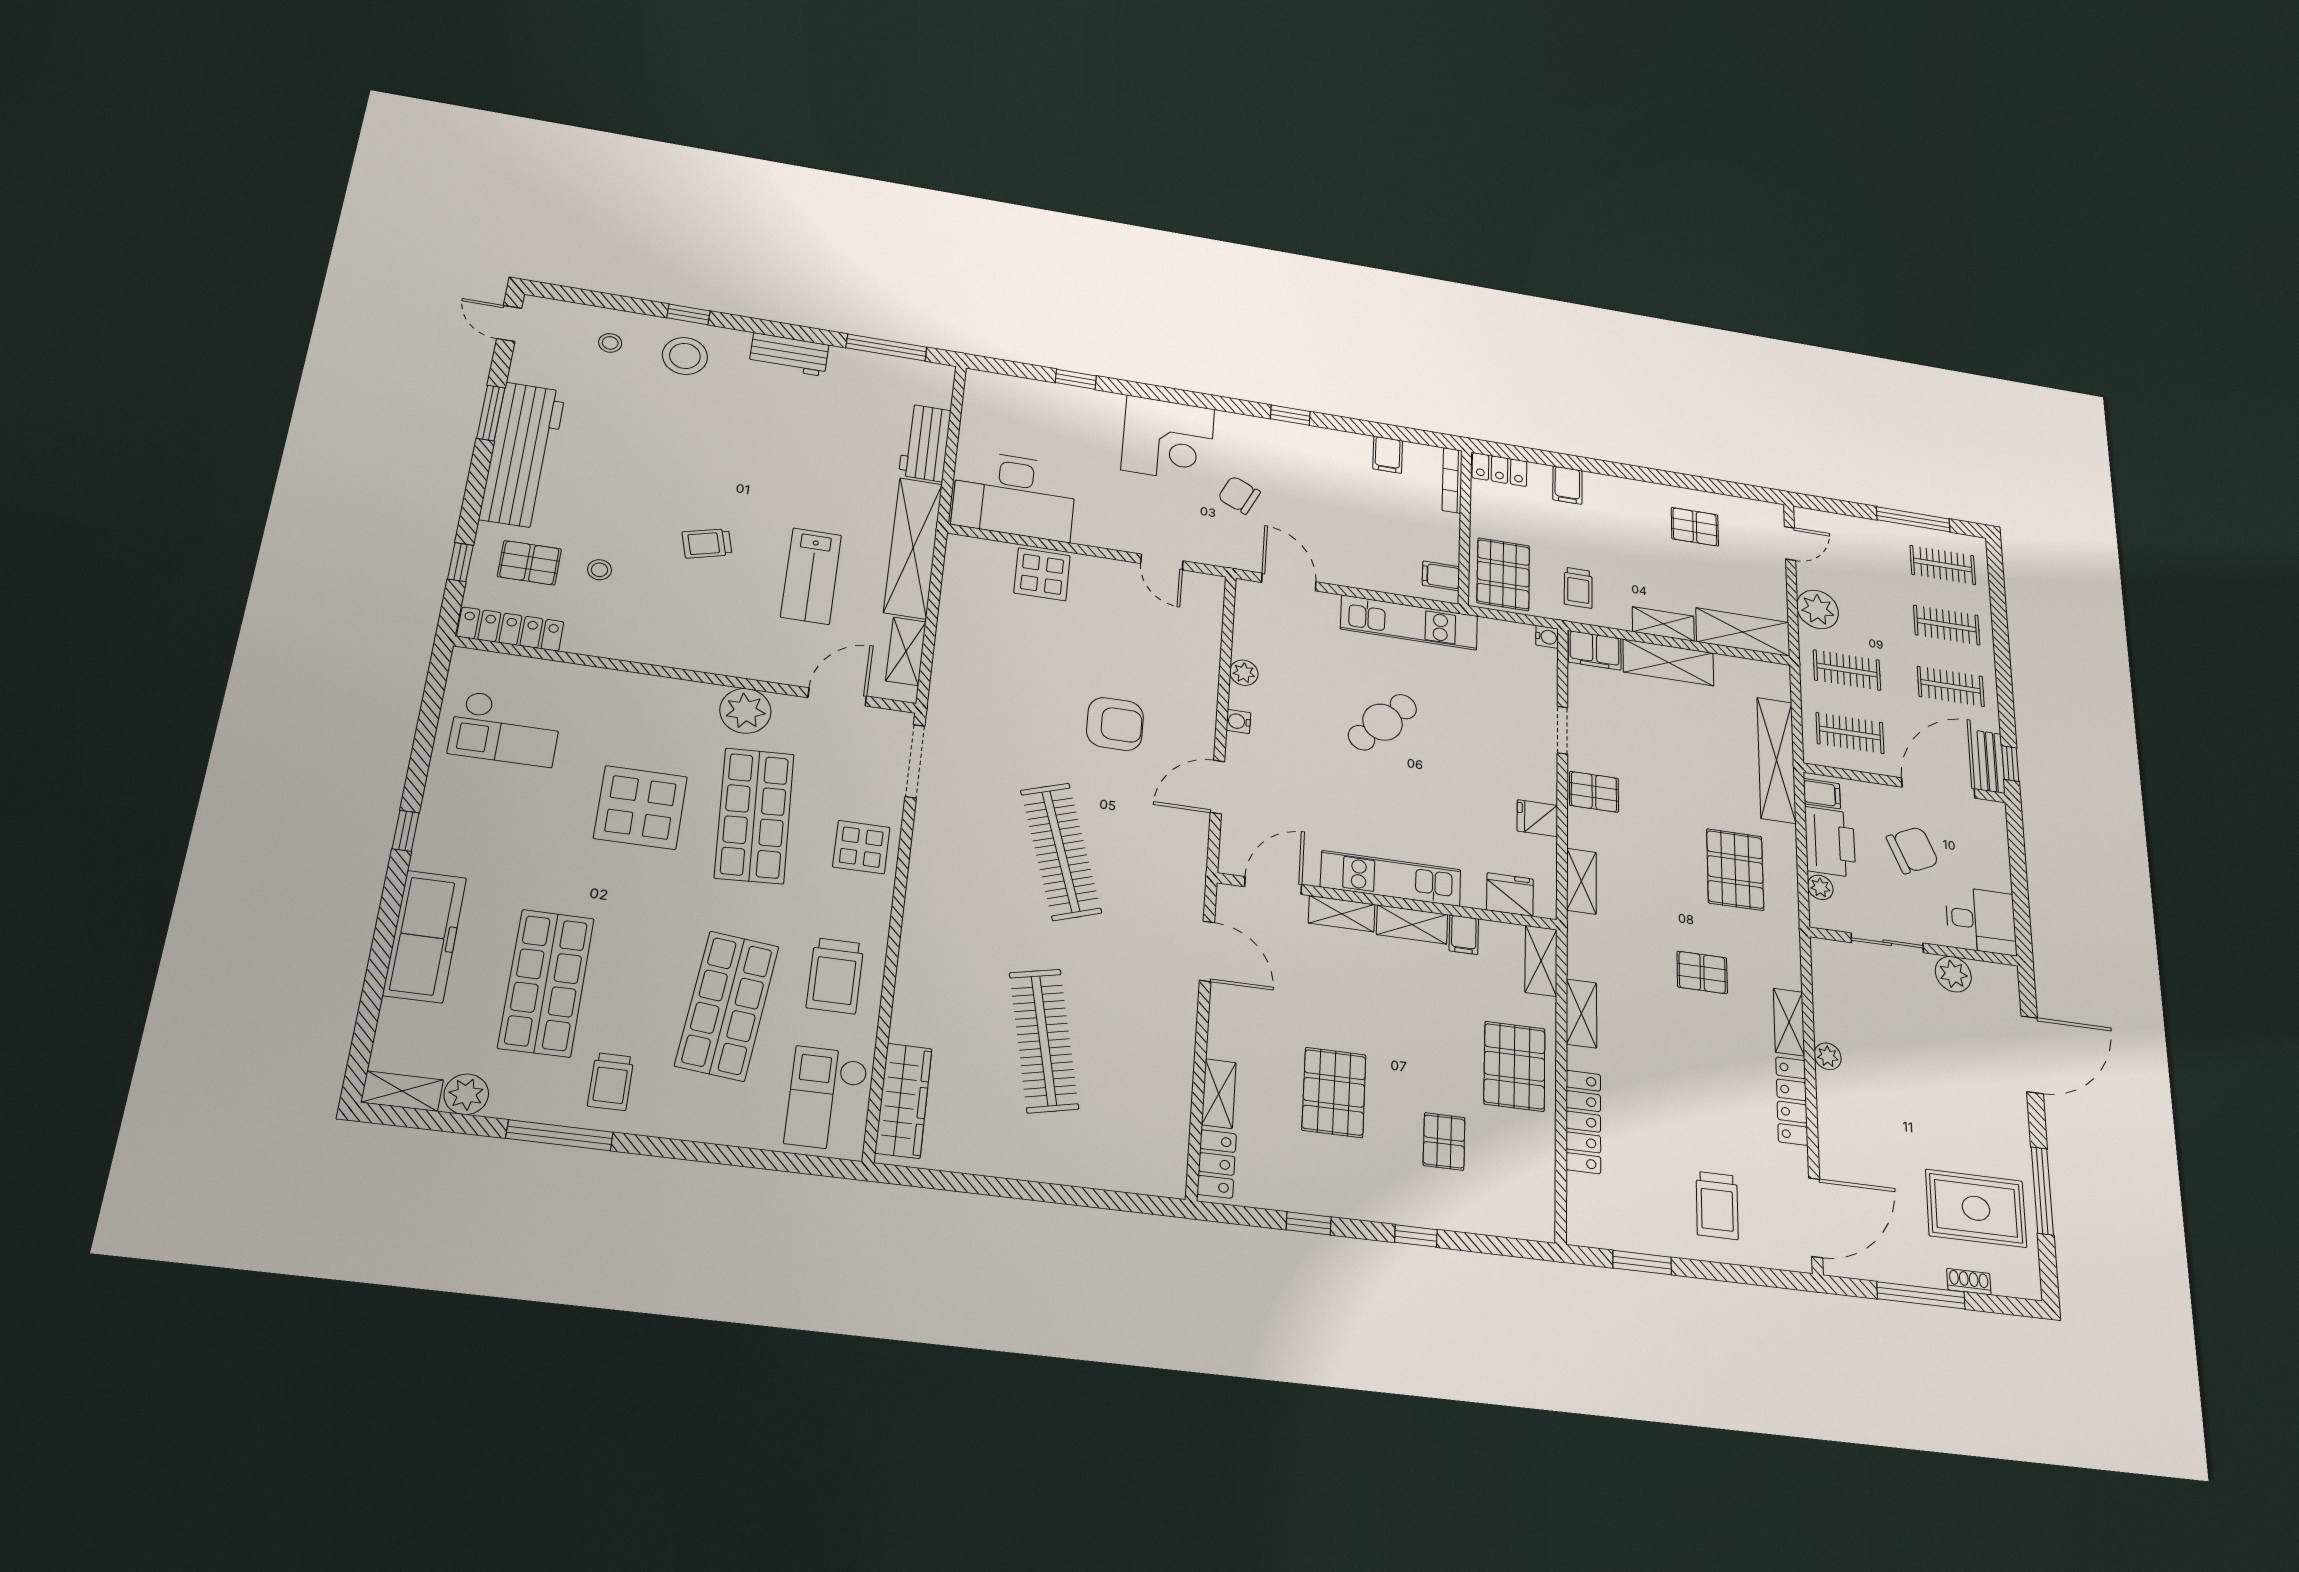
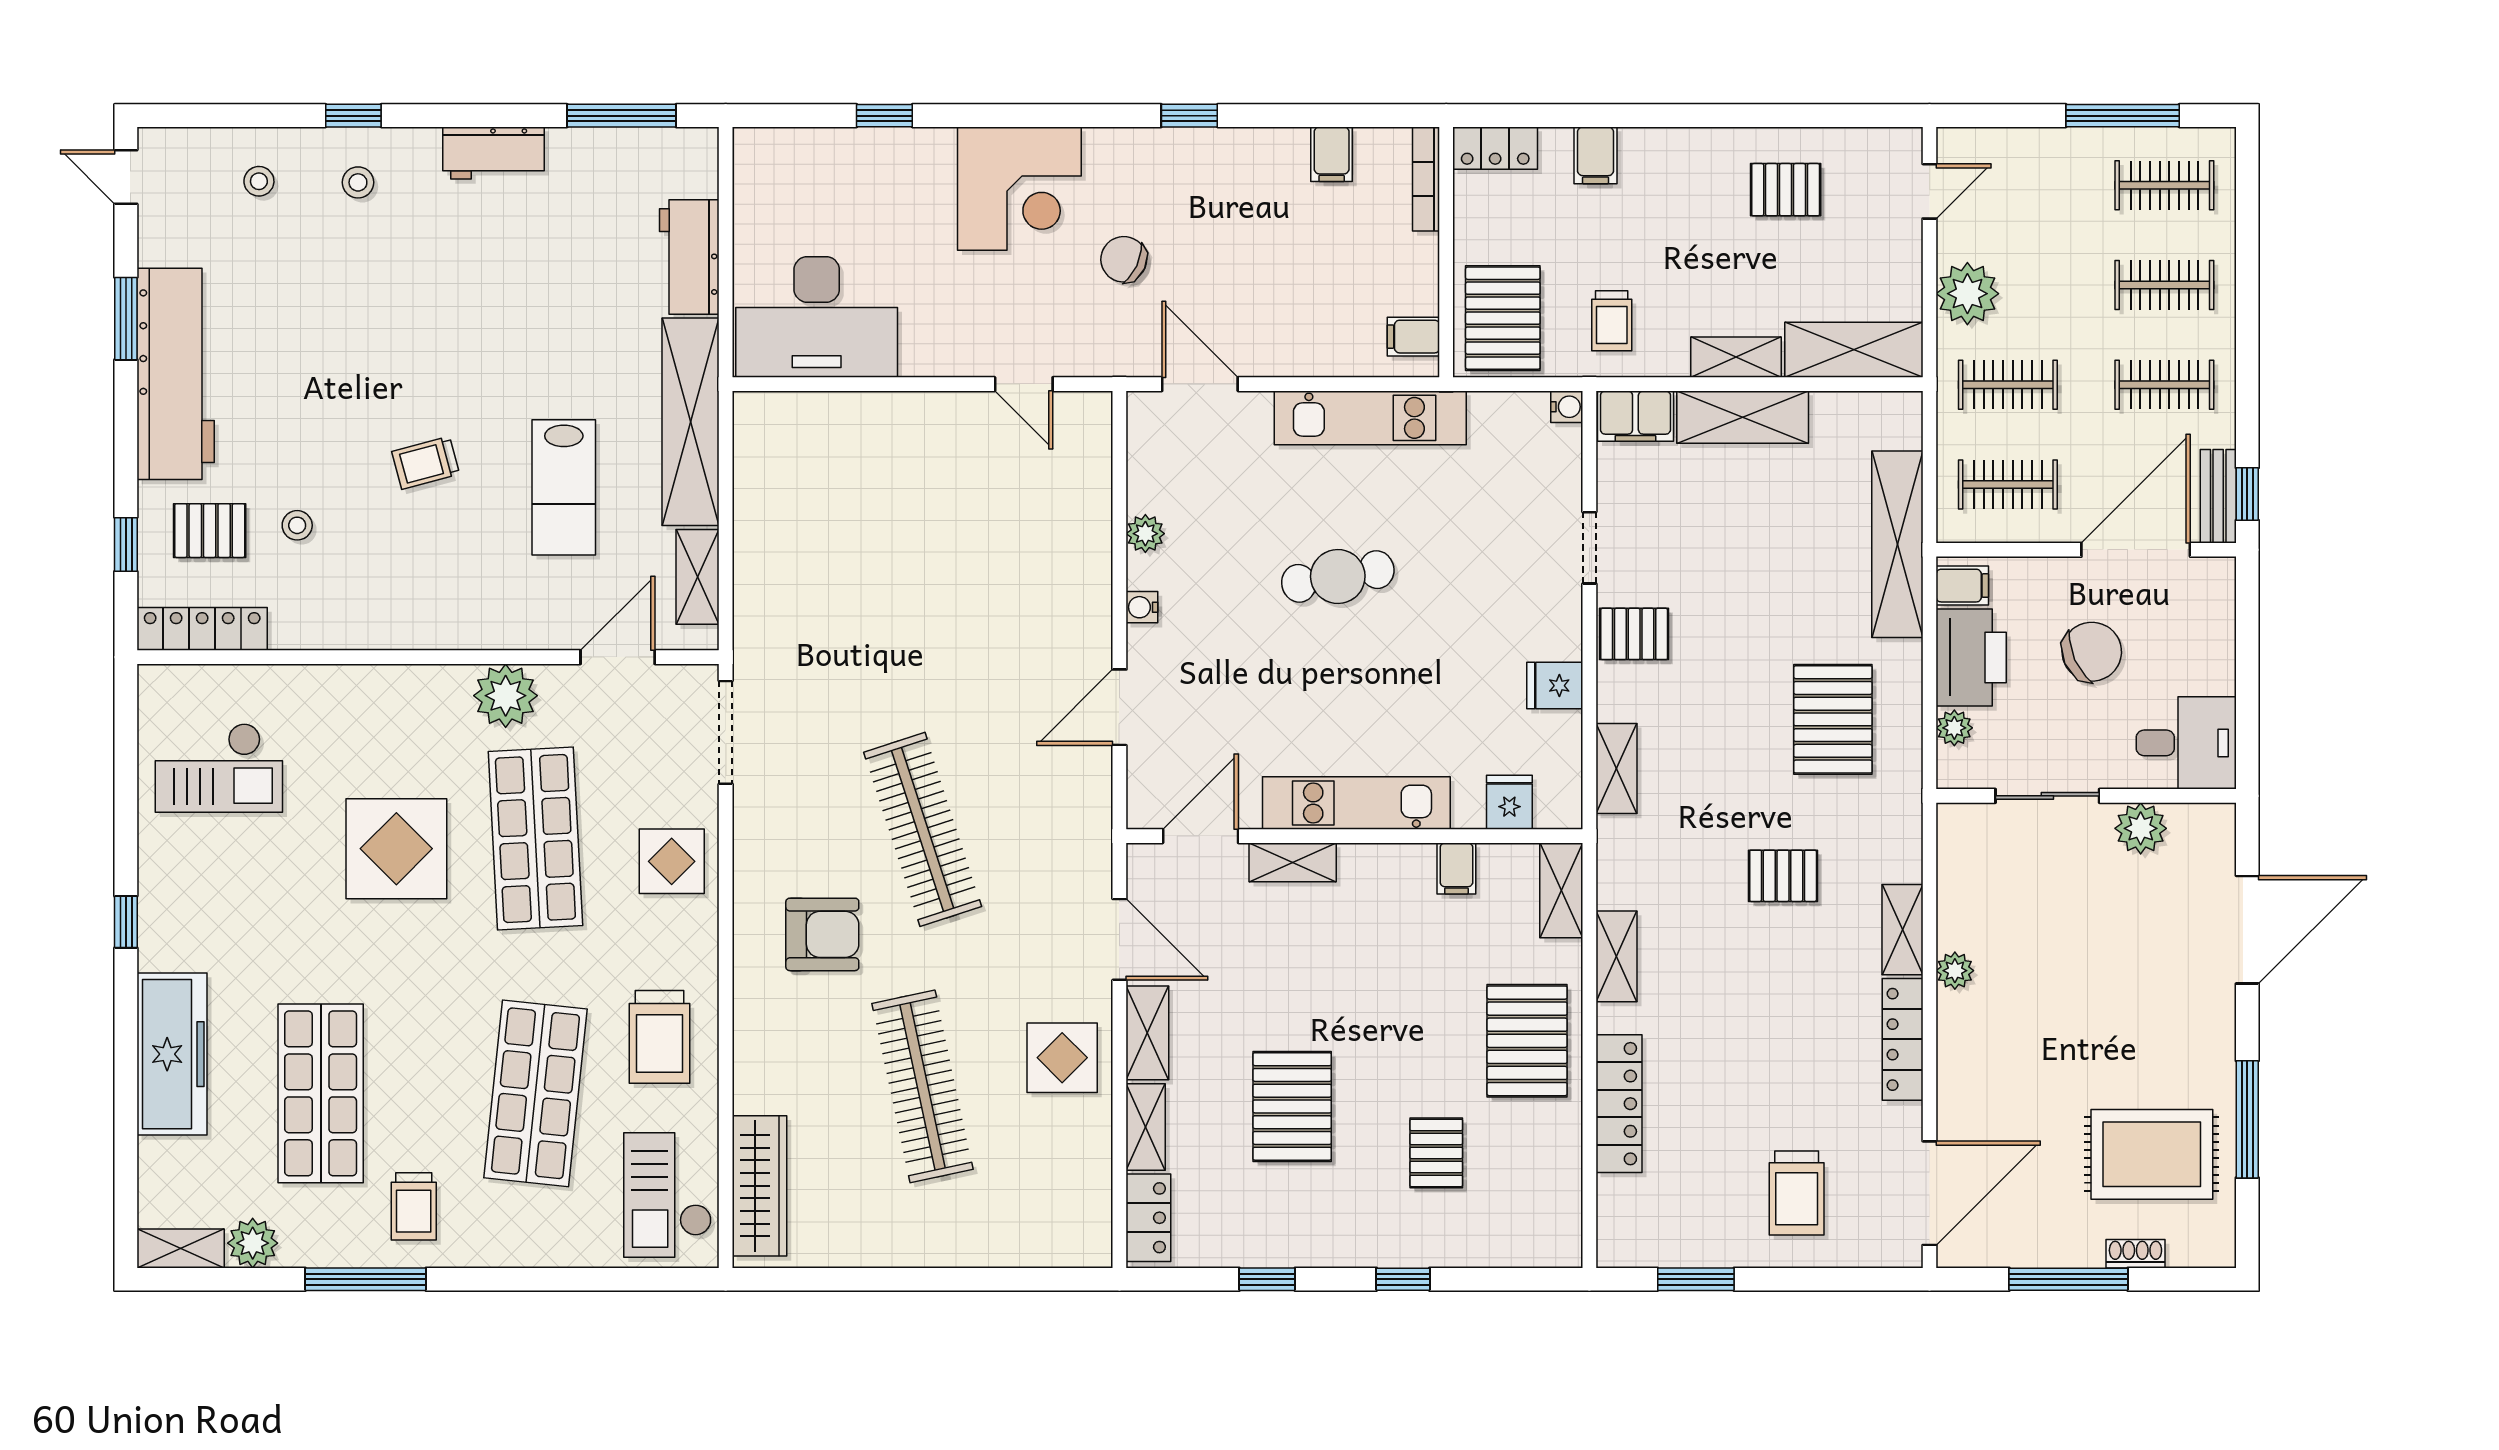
stool: (685, 356) -> (358, 182), width x0.53, depth x0.53
display table: (1042, 574) -> (1062, 1058), moved
cafe table: (1382, 722) -> (1338, 576), turned 35
armchair: (1115, 724) -> (822, 934), moved
fridge: (1510, 895) -> (1509, 802), width x0.72
shelving: (1412, 924) -> (1147, 1033), moved, turned 90

